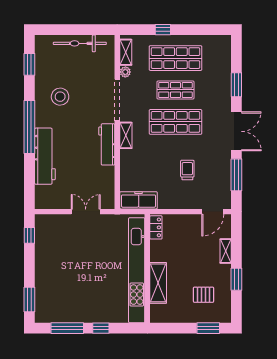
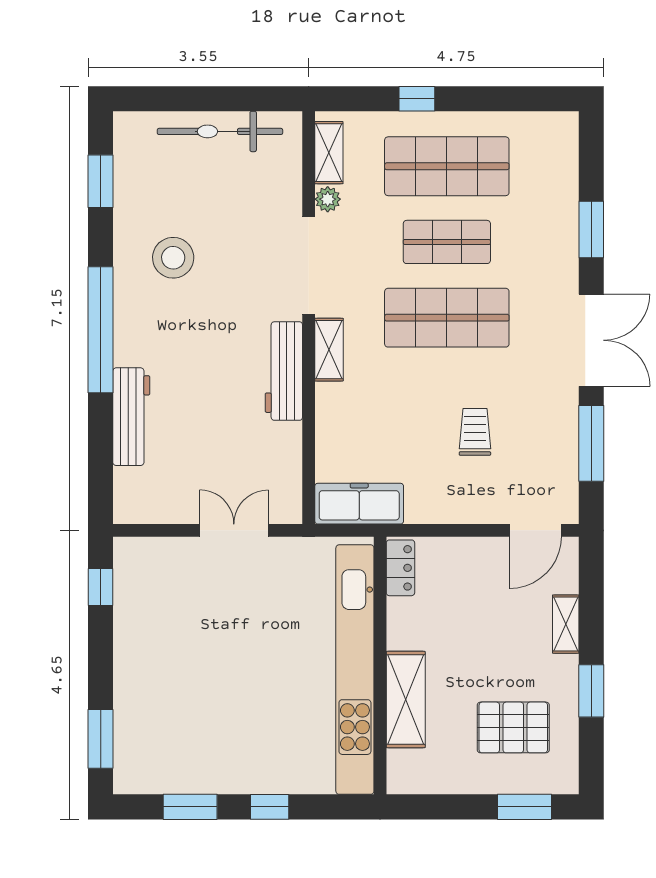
workbench: (45, 156) -> (131, 417), width x0.73, depth x0.76
pallet: (203, 295) -> (513, 727), width x1.50, depth x1.42
window: (67, 328) -> (190, 807), width x0.69

